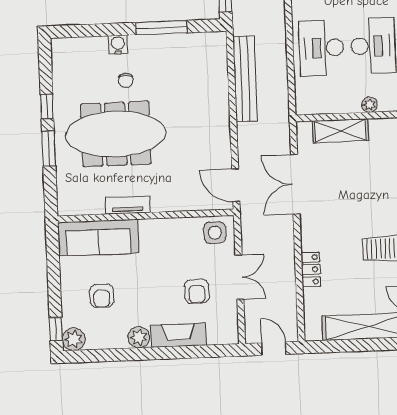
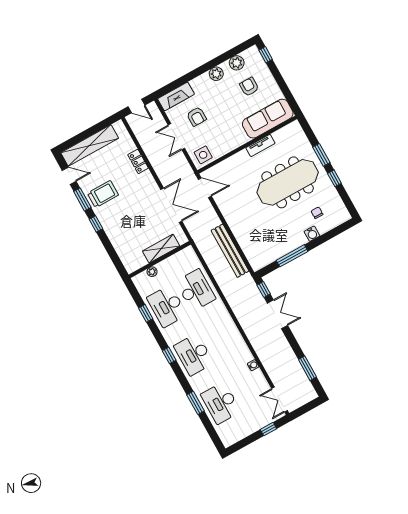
chair: (126, 80) -> (317, 213), moved
armchair: (197, 291) -> (197, 116), turned 180
fireplace: (178, 335) -> (176, 96), moved
plant: (74, 339) -> (237, 63), moved

